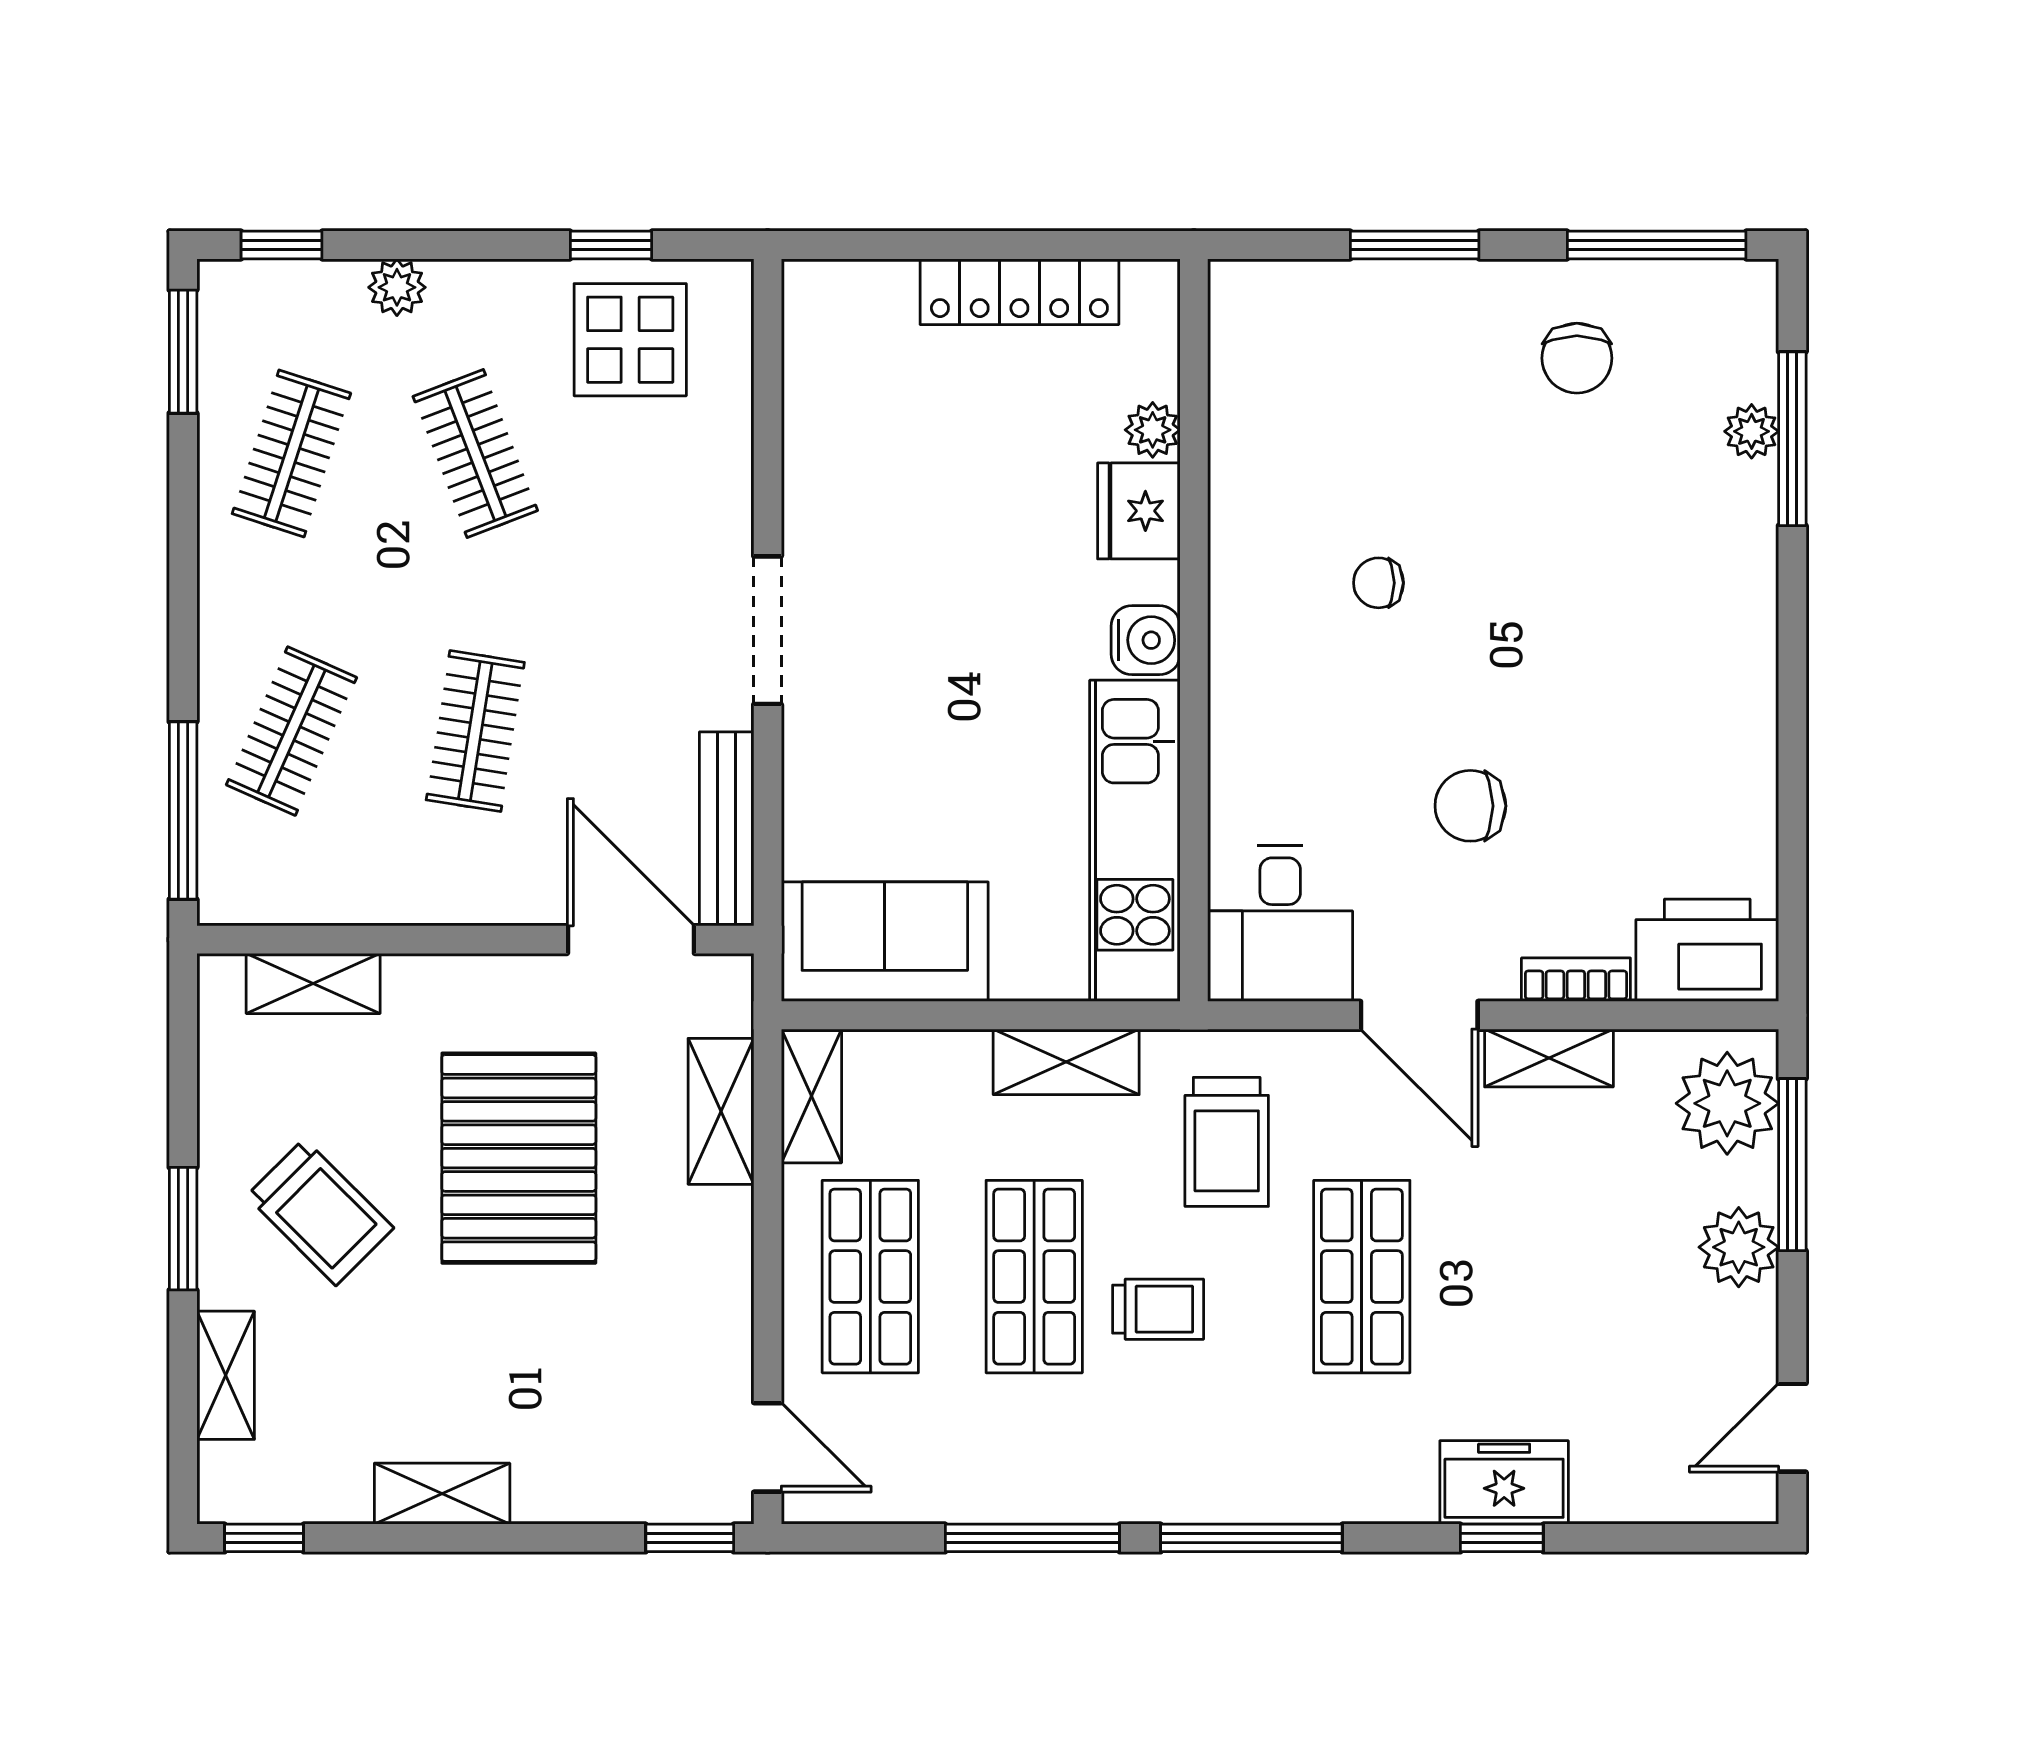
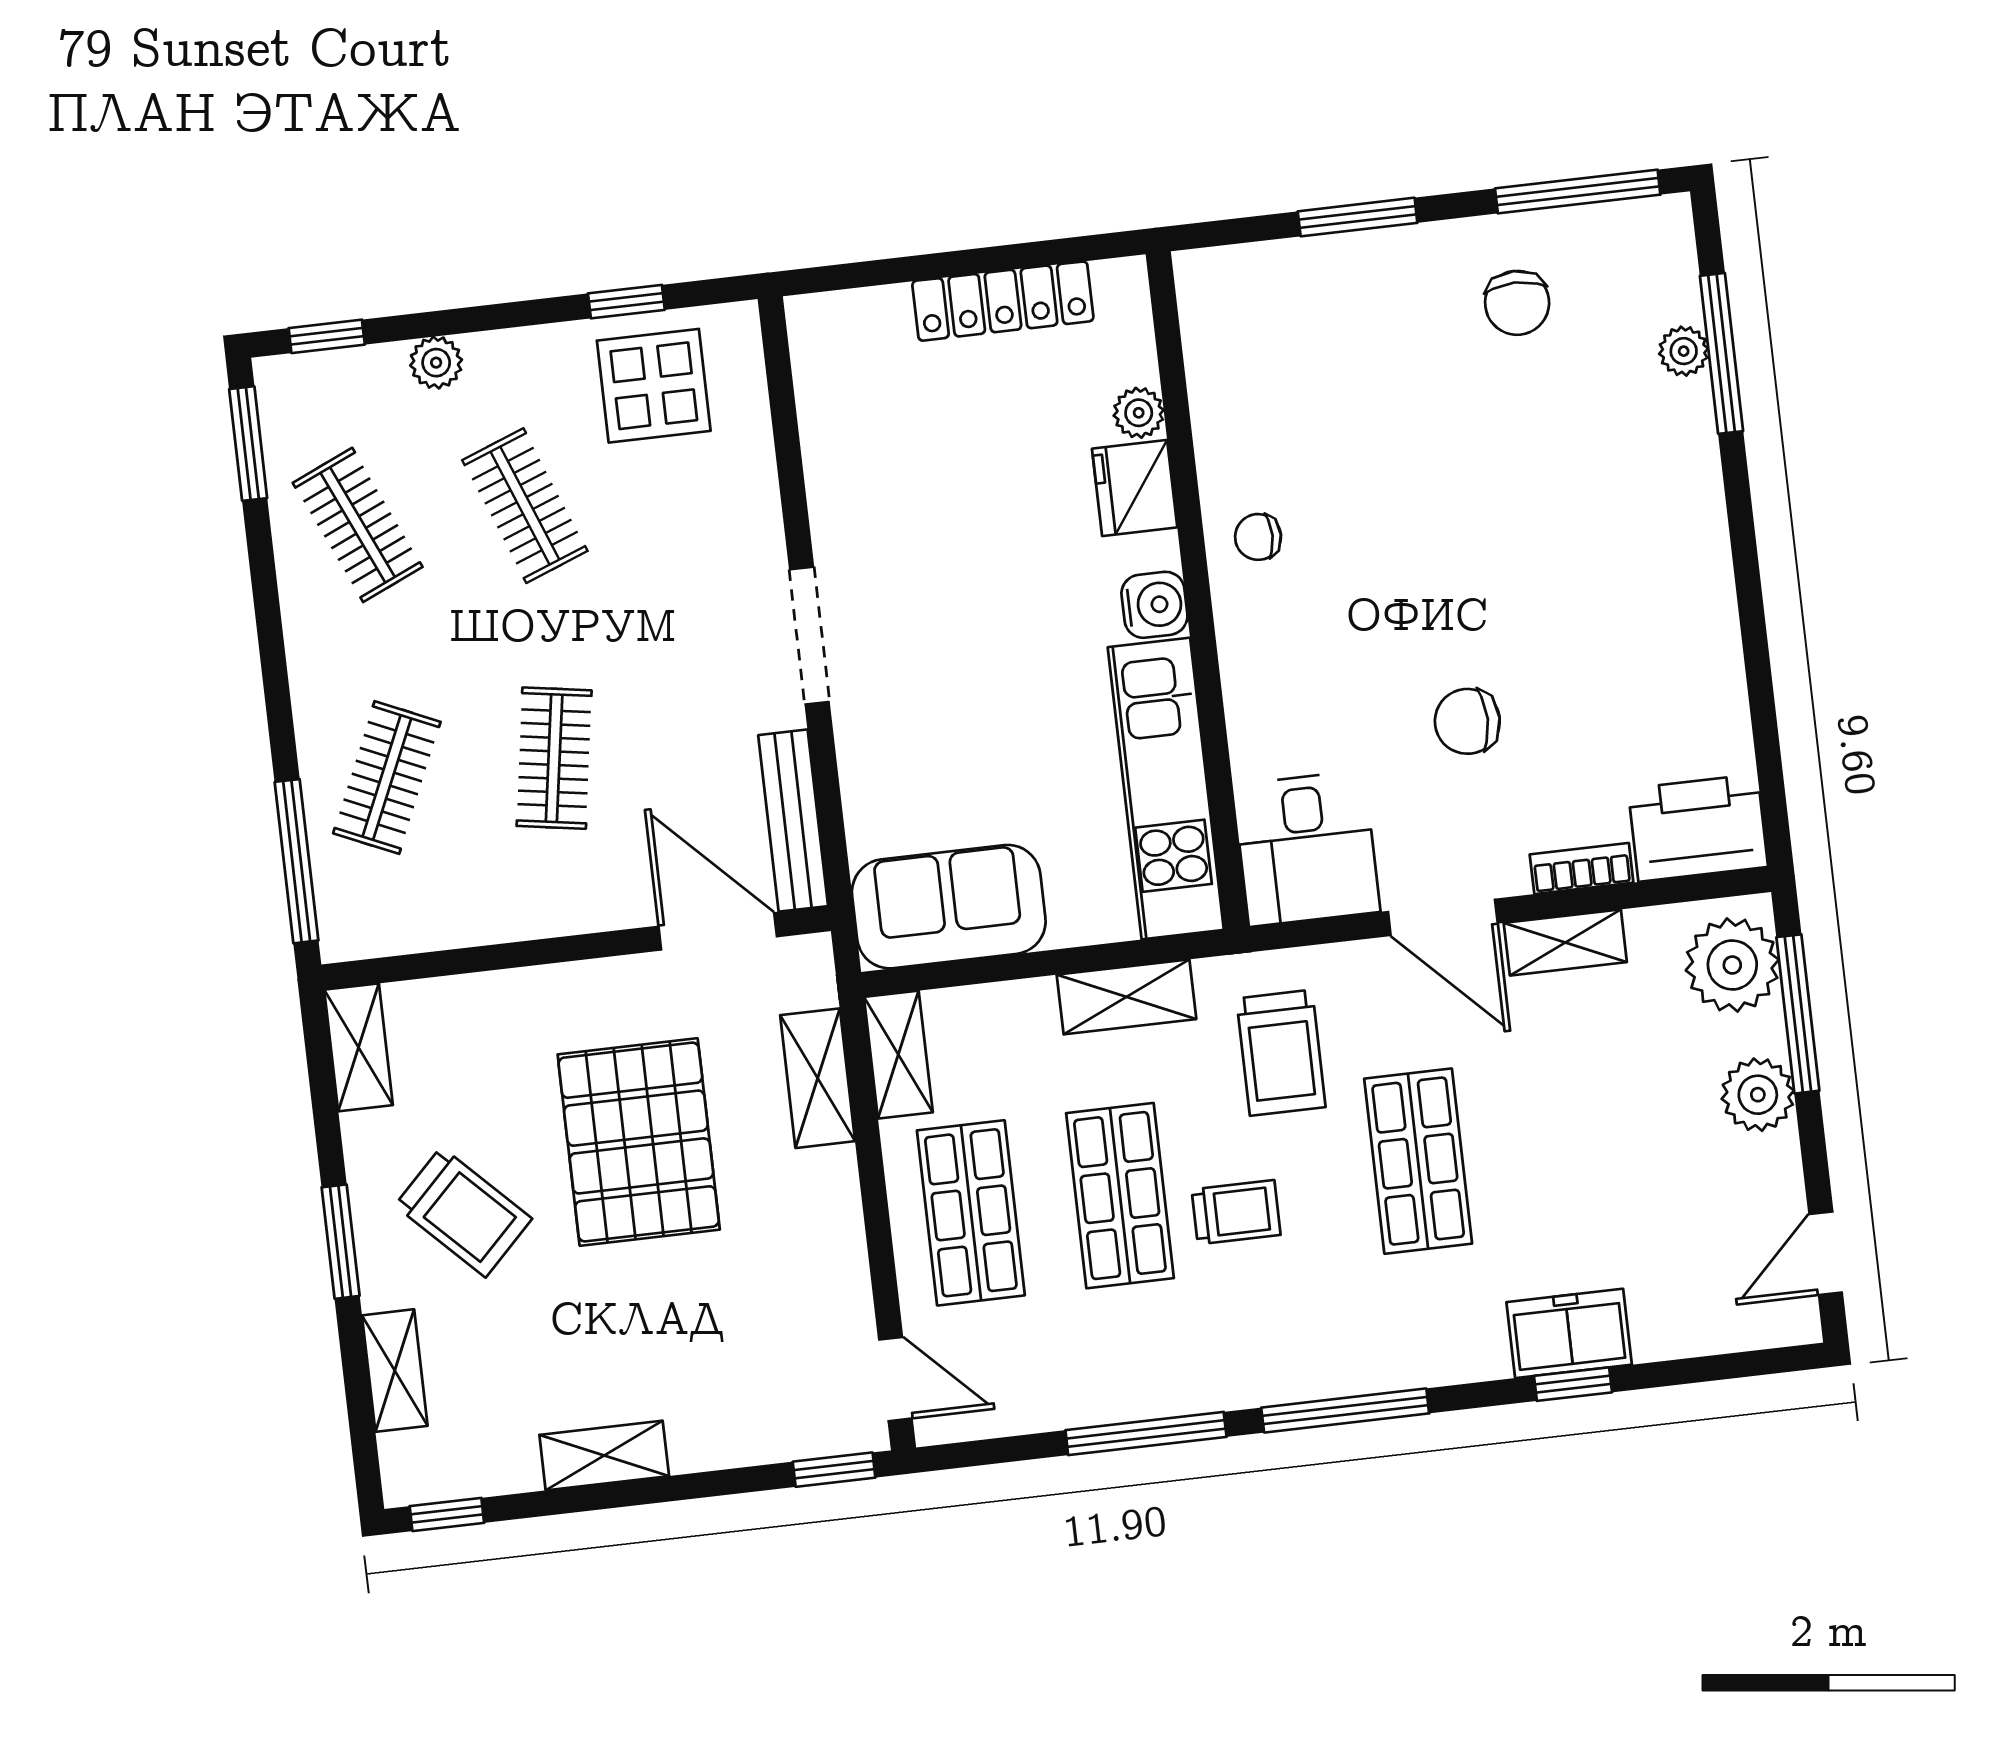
clothes rail: (291, 453) -> (358, 525), turned -42
chair: (1379, 583) -> (1258, 537), moved
shelving: (313, 983) -> (359, 1047), moved, turned 90

